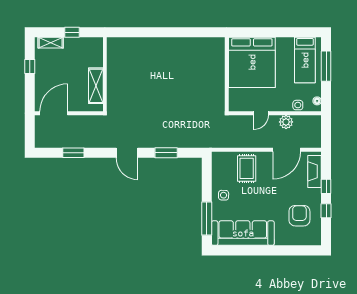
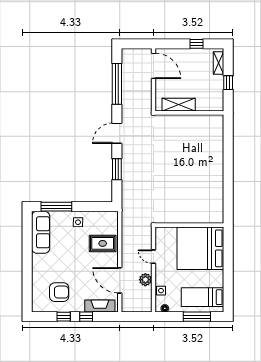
window: (73, 153) -> (117, 84), width x2.11
sofa: (243, 233) -> (41, 232), width x0.74, depth x0.79

